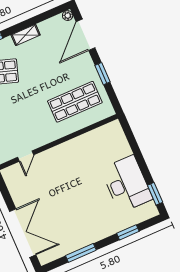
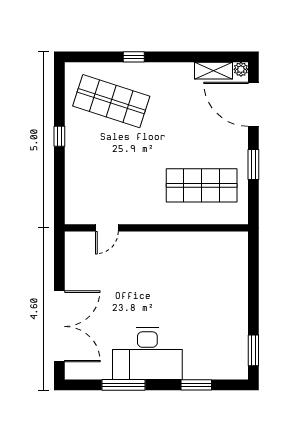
shelving: (26, 35) -> (214, 71), moved
door: (86, 35) -> (253, 104), hinge flipped
desk: (127, 184) -> (147, 354), moved, turned 90

